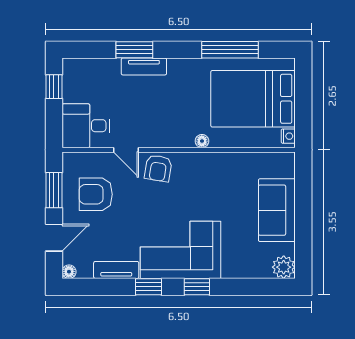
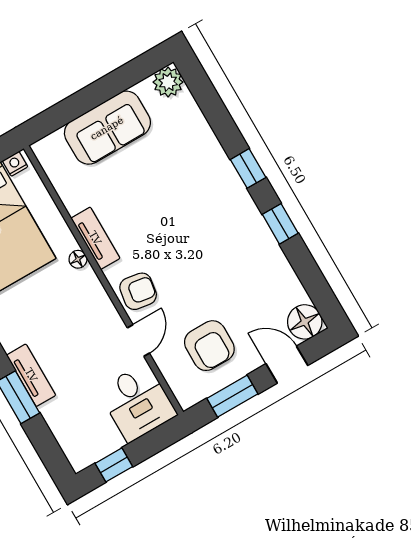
corner sofa: (181, 250) -> (217, 212), removed
tv unit: (116, 270) -> (95, 238), moved, turned 180
floor lamp: (69, 272) -> (305, 322), width x1.89, depth x1.89

